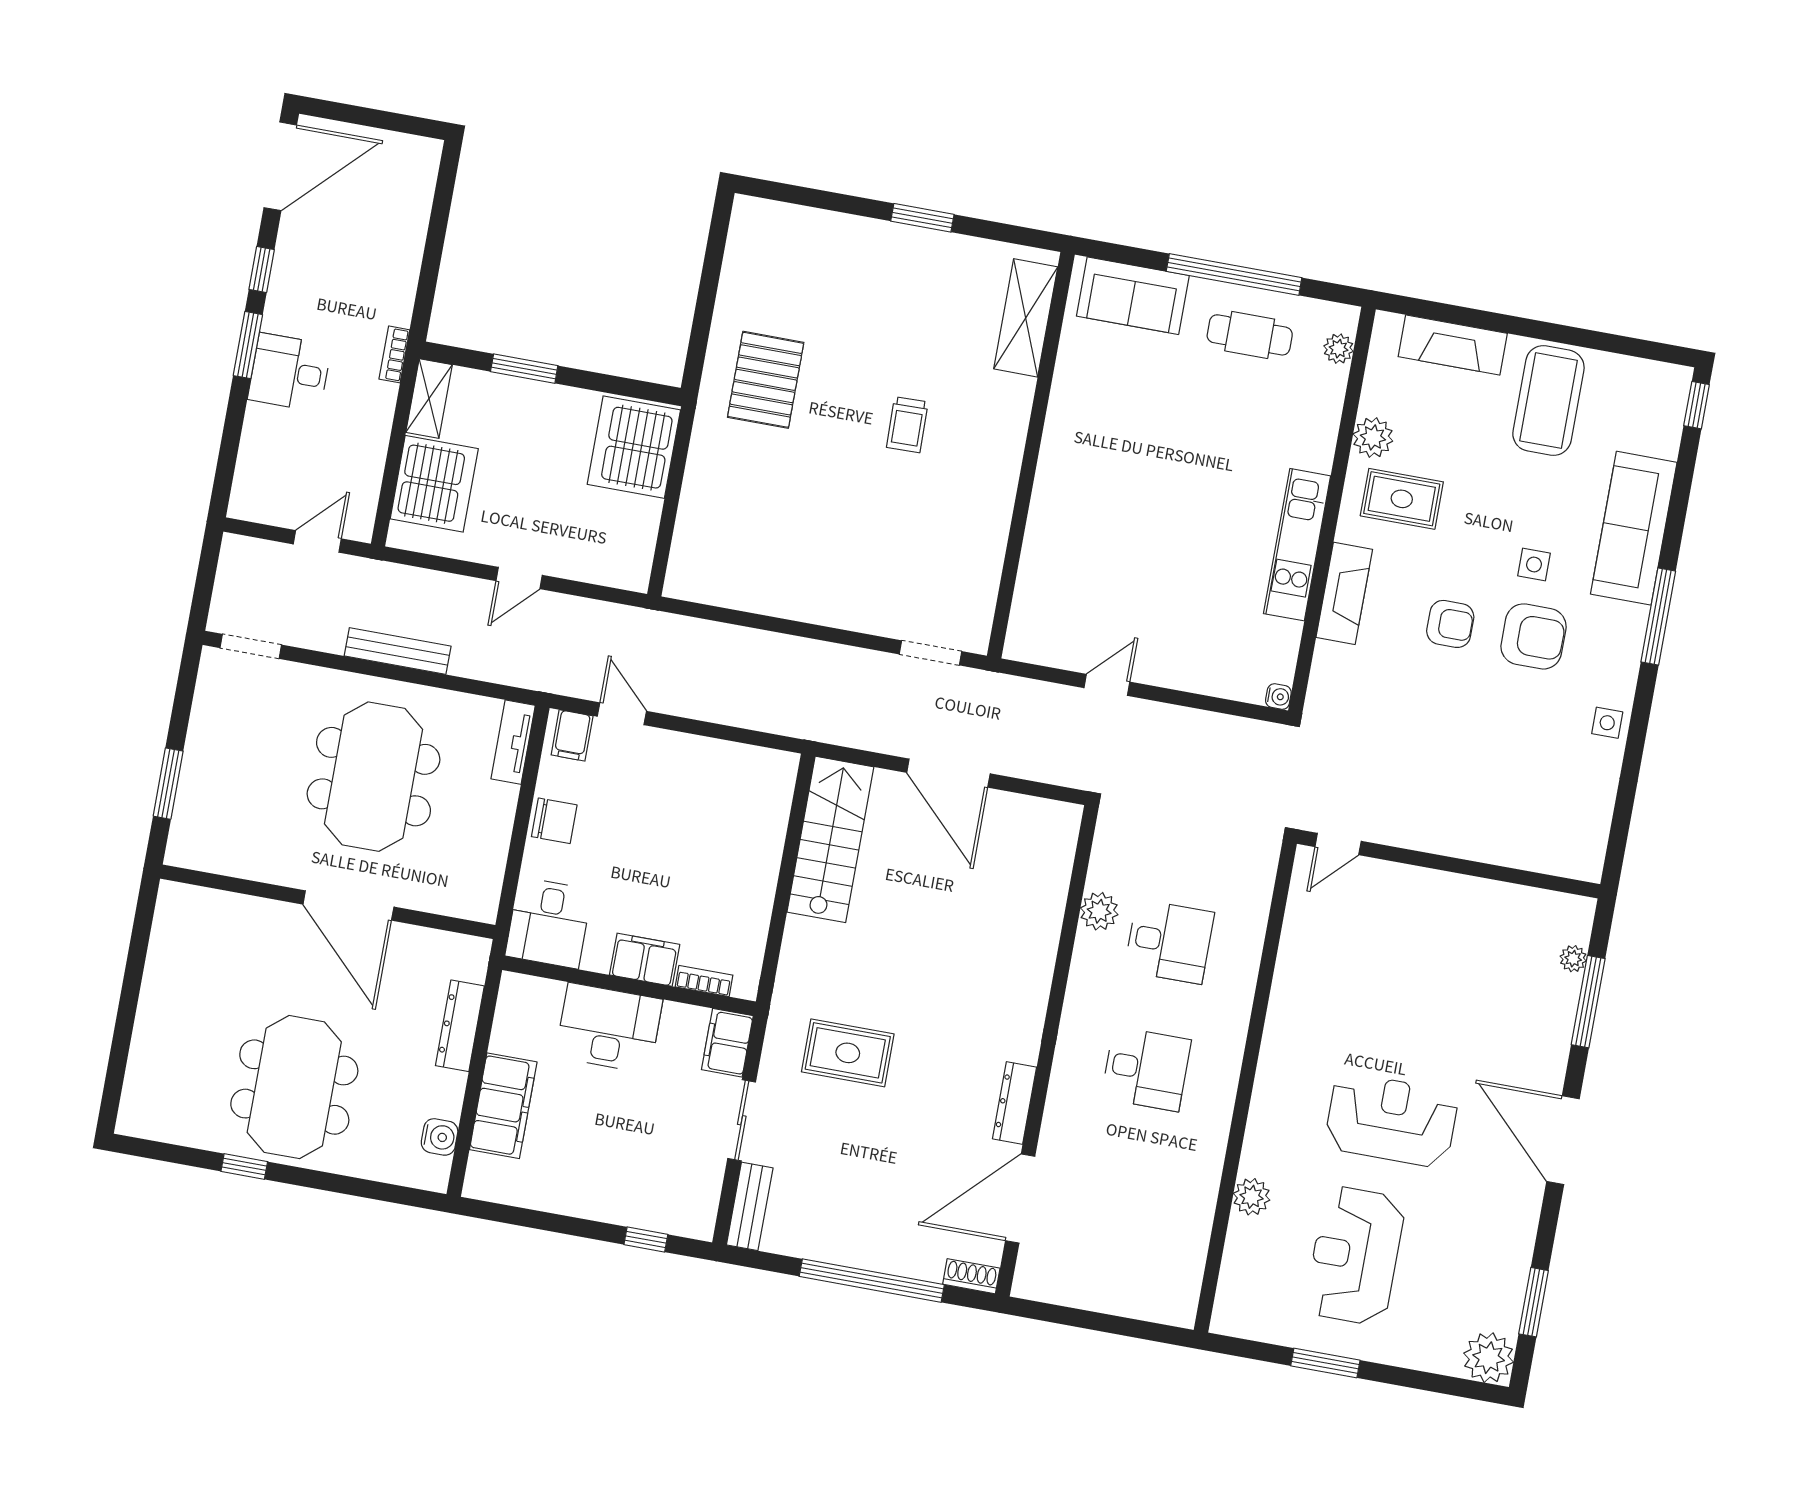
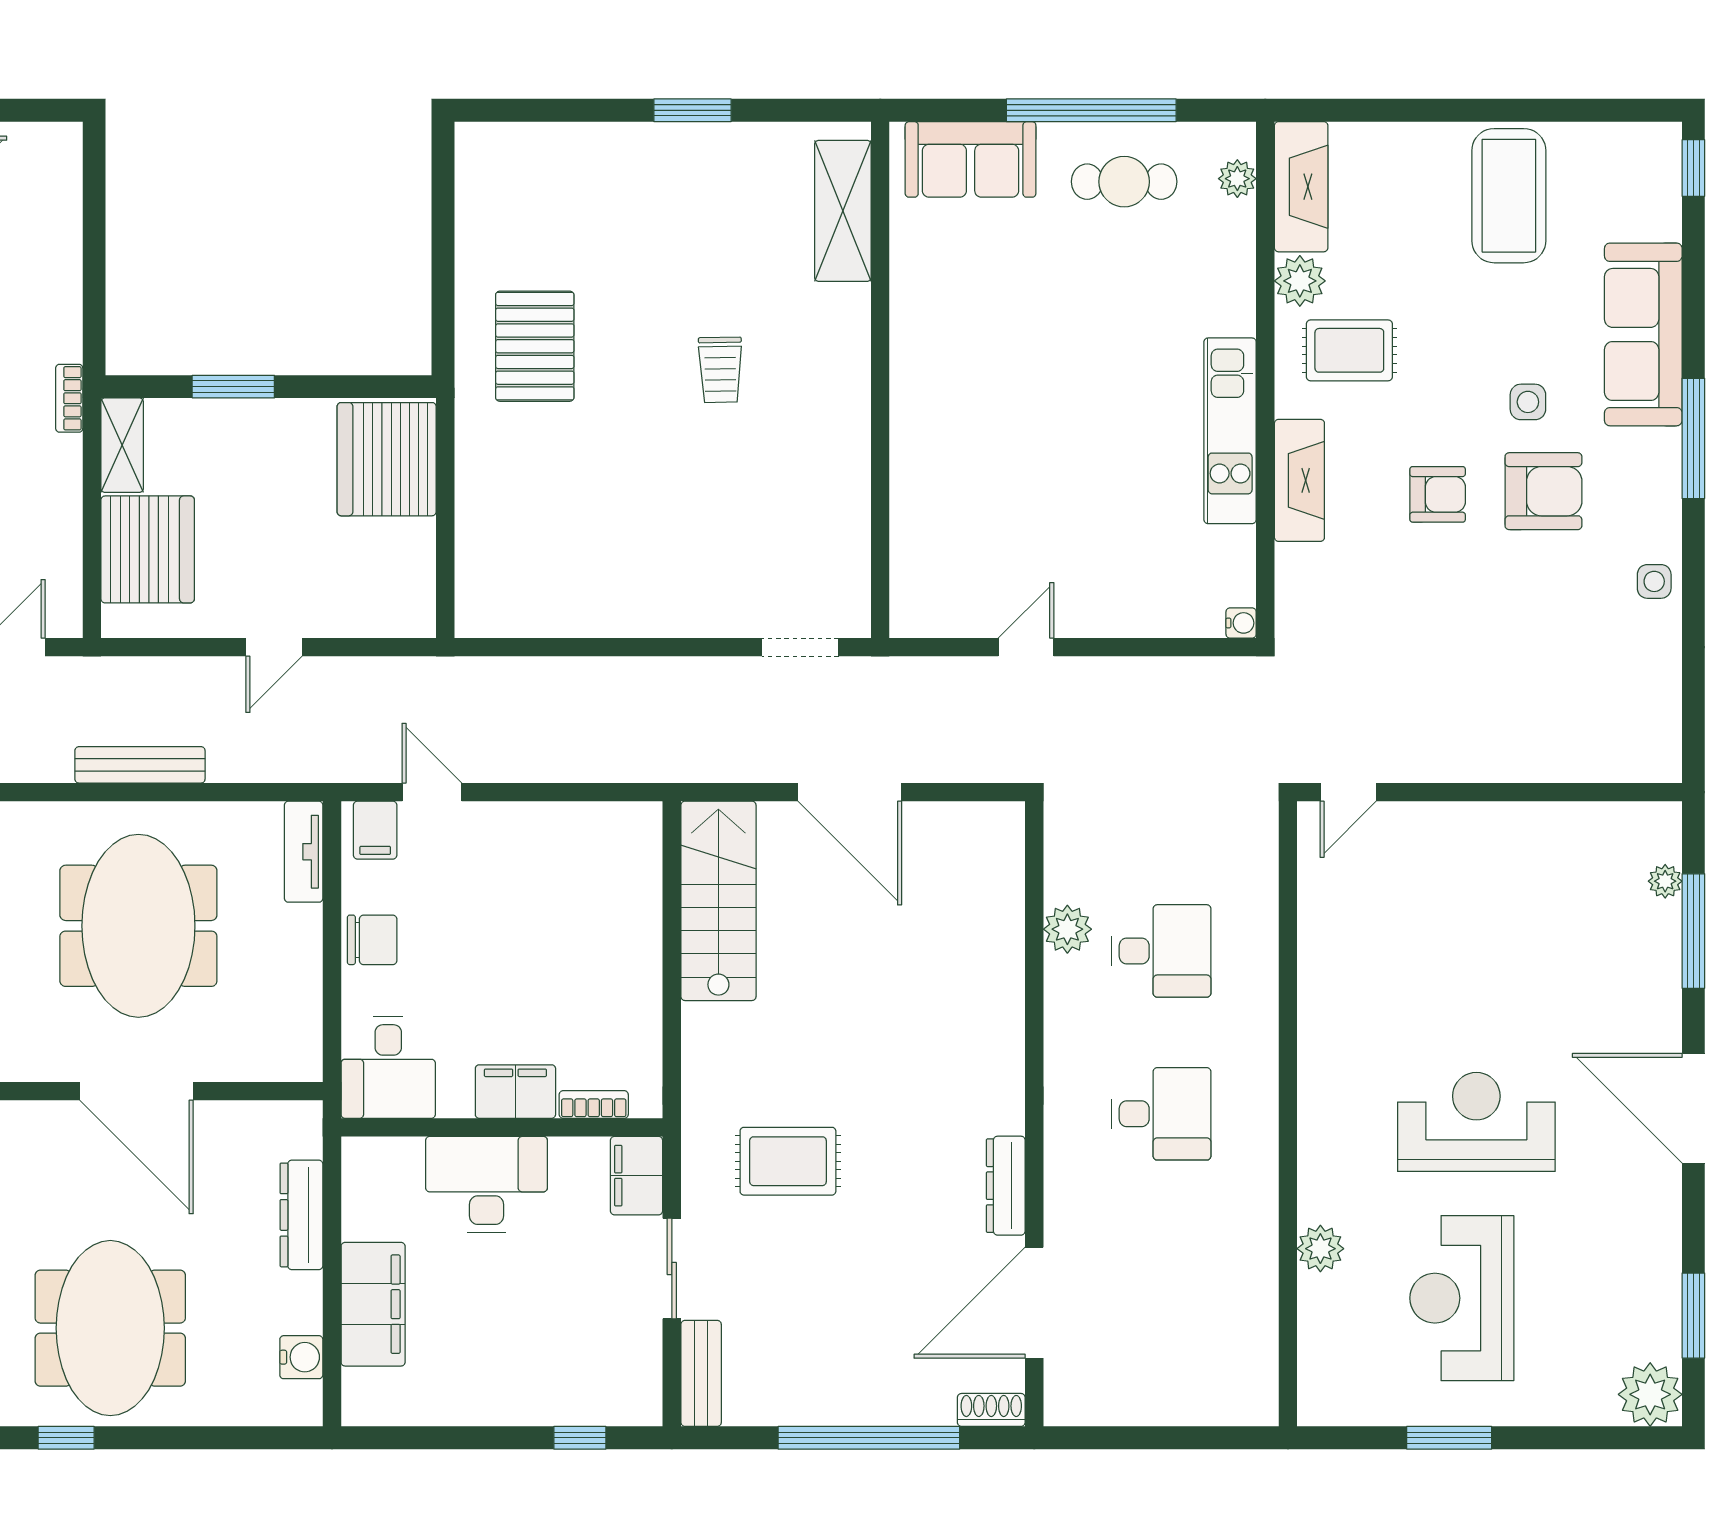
fireplace: (1453, 345) -> (1301, 187), moved, turned -90

